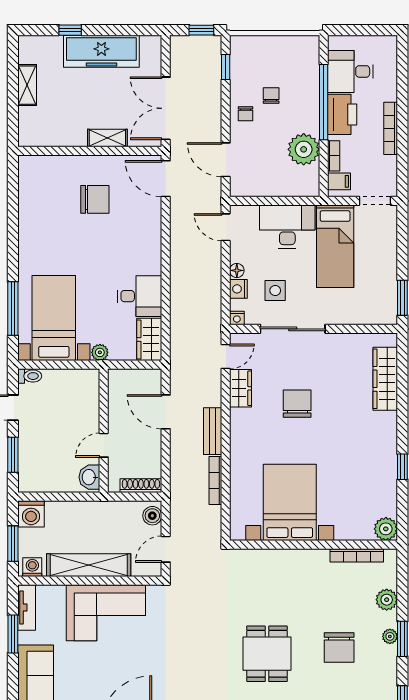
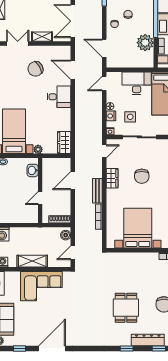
double door: (61, 151) -> (18, 43), added
door: (166, 179) -> (73, 70), moved
chair: (95, 199) -> (35, 69), turned 151
door: (226, 227) -> (104, 84), hinge flipped
desk: (140, 296) -> (59, 97), moved
wardrobe: (241, 388) -> (112, 178), moved
chair: (297, 404) -> (142, 176), turned 180
door: (166, 412) -> (73, 181), hinge flipped
washbasin: (89, 477) -> (33, 170), moved
shelving: (89, 565) -> (32, 261), width x0.68

